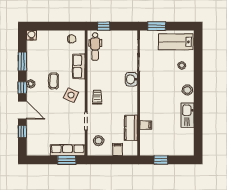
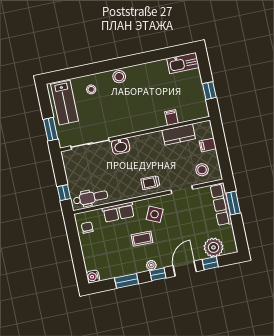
kitchen sink: (187, 115) -> (183, 63), moved
plant: (34, 137) -> (213, 247), added

